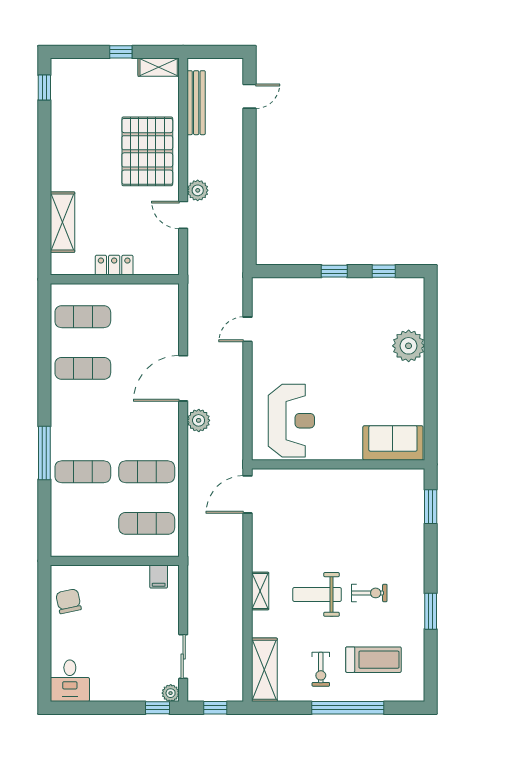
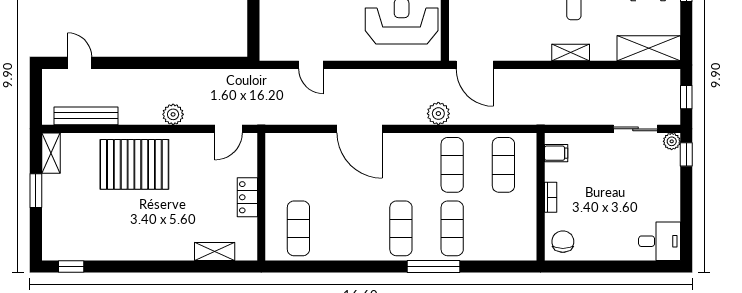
window: (121, 52) -> (36, 191), width x1.50
door: (183, 215) -> (229, 129), moved
shelving: (62, 222) -> (215, 251), width x0.67, depth x0.75
exercise mat: (83, 368) -> (401, 228), moved
plant: (199, 420) -> (438, 114), moved
bookcase: (114, 571) -> (551, 197), added
chair: (69, 601) -> (563, 242), moved, turned 102

